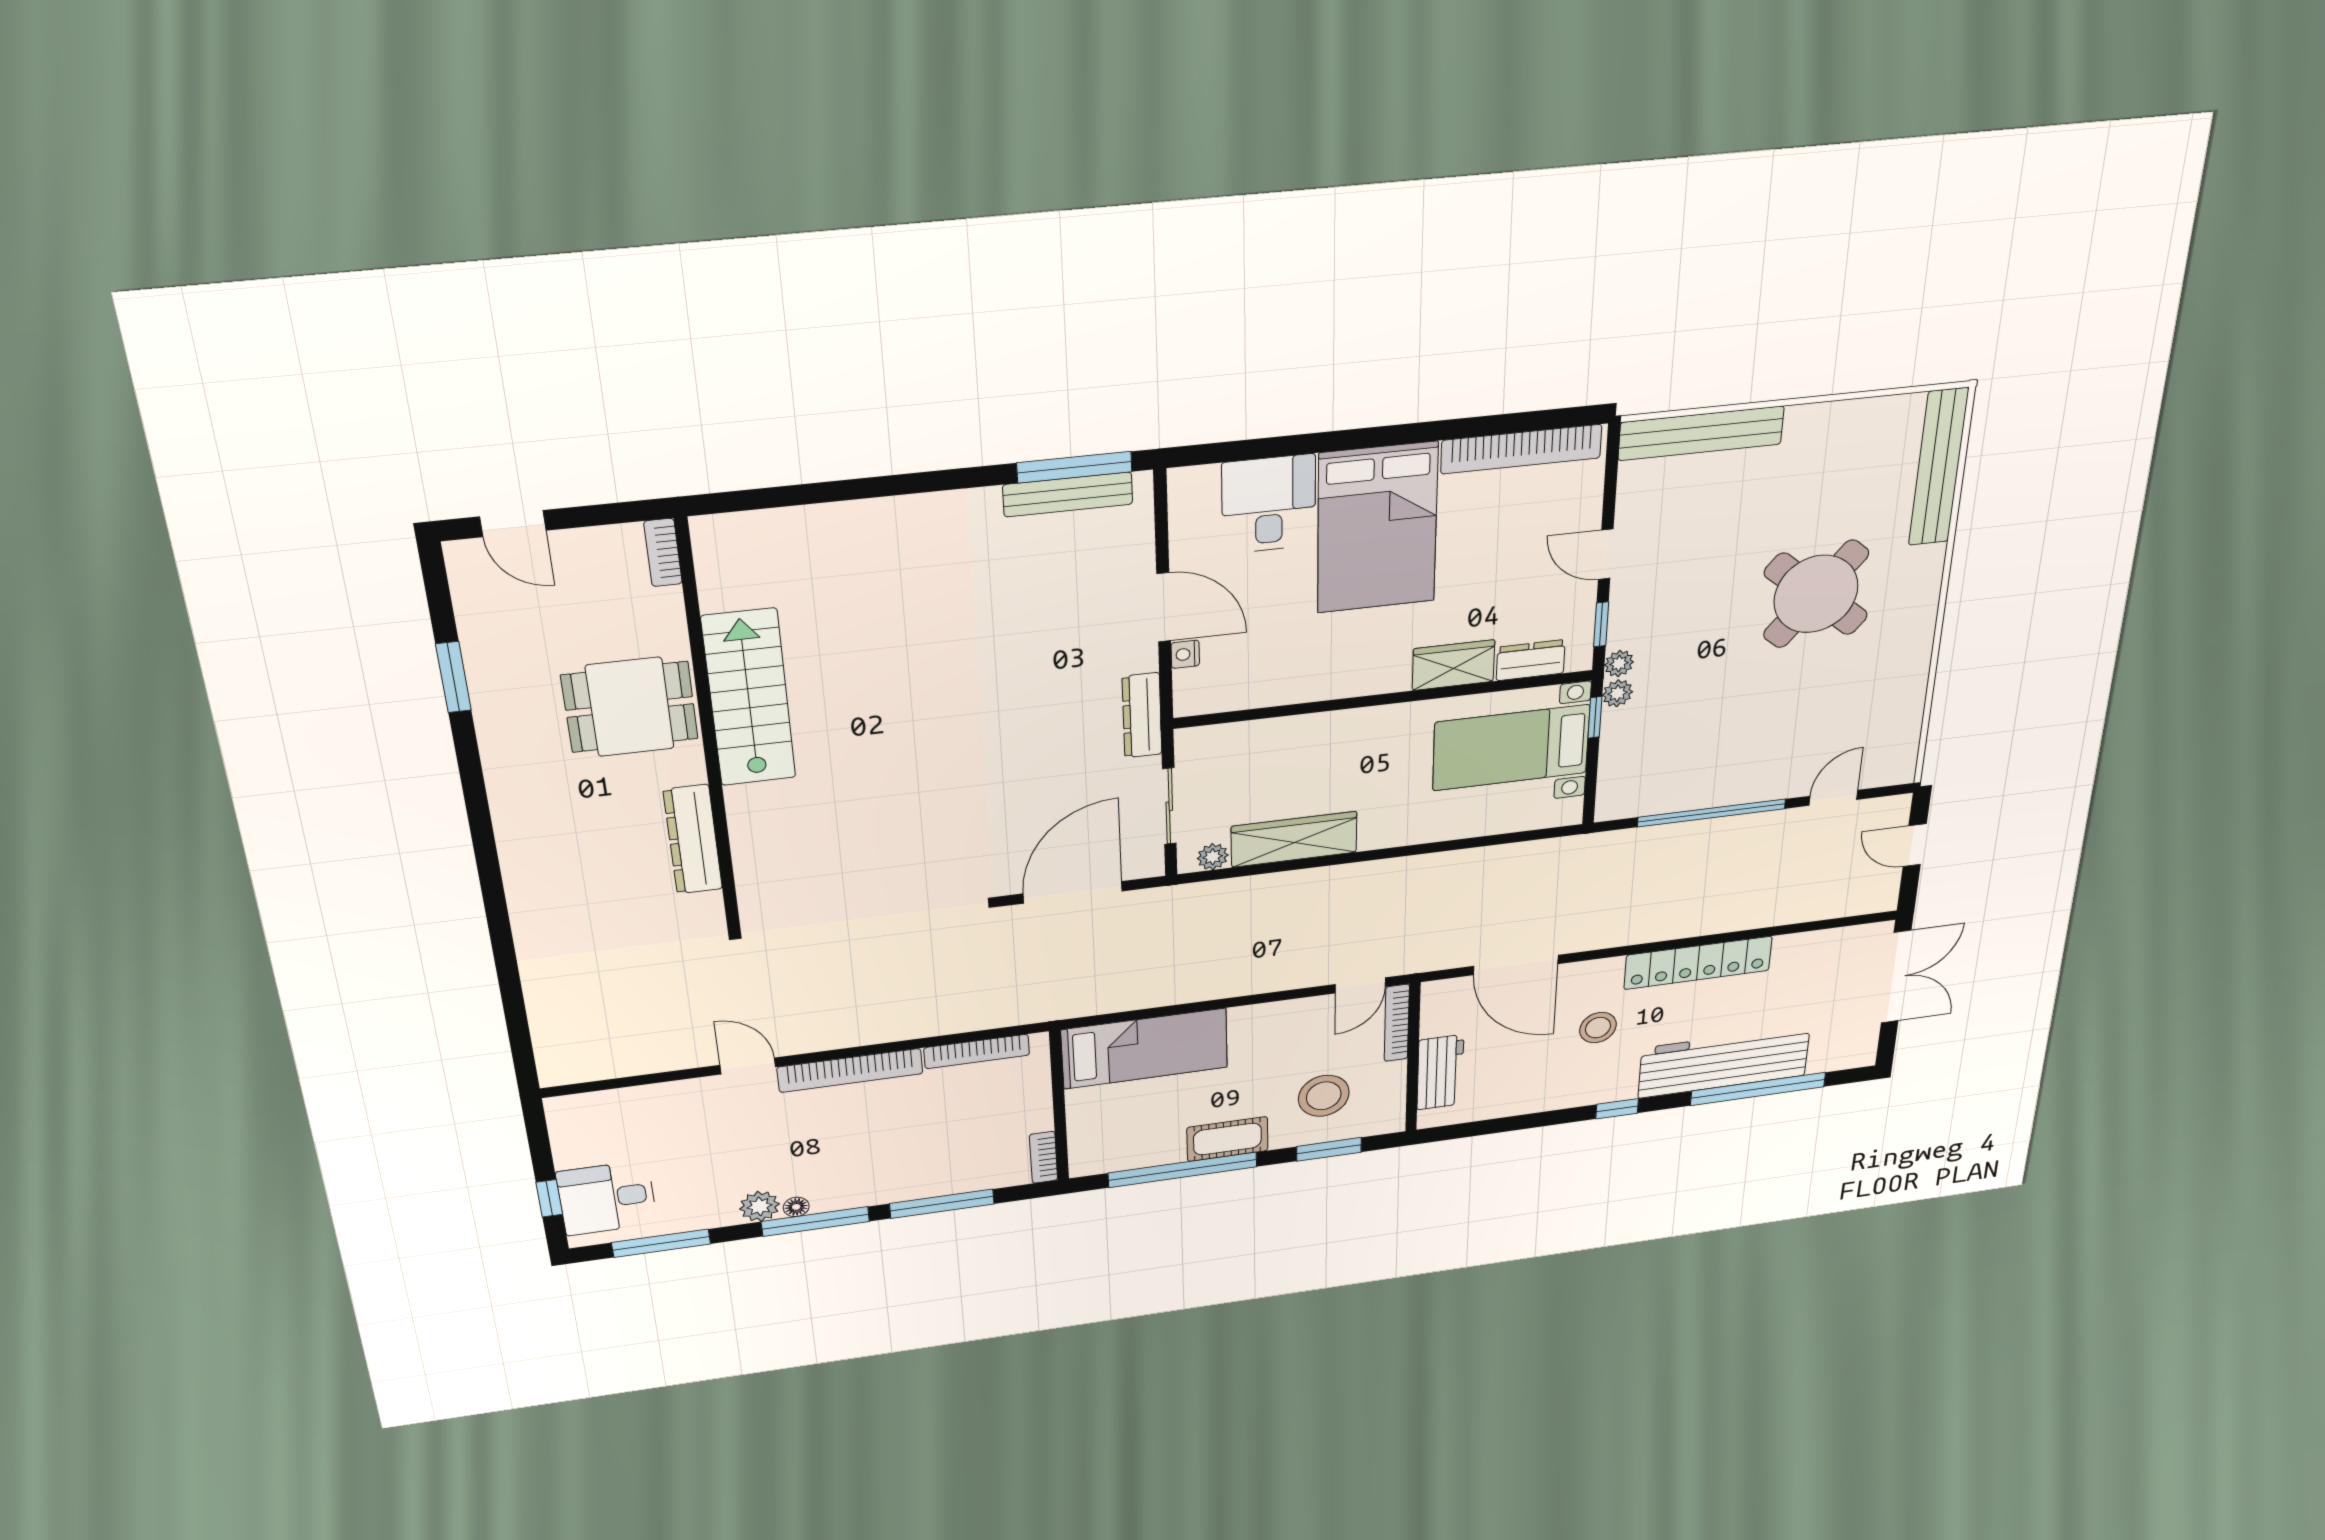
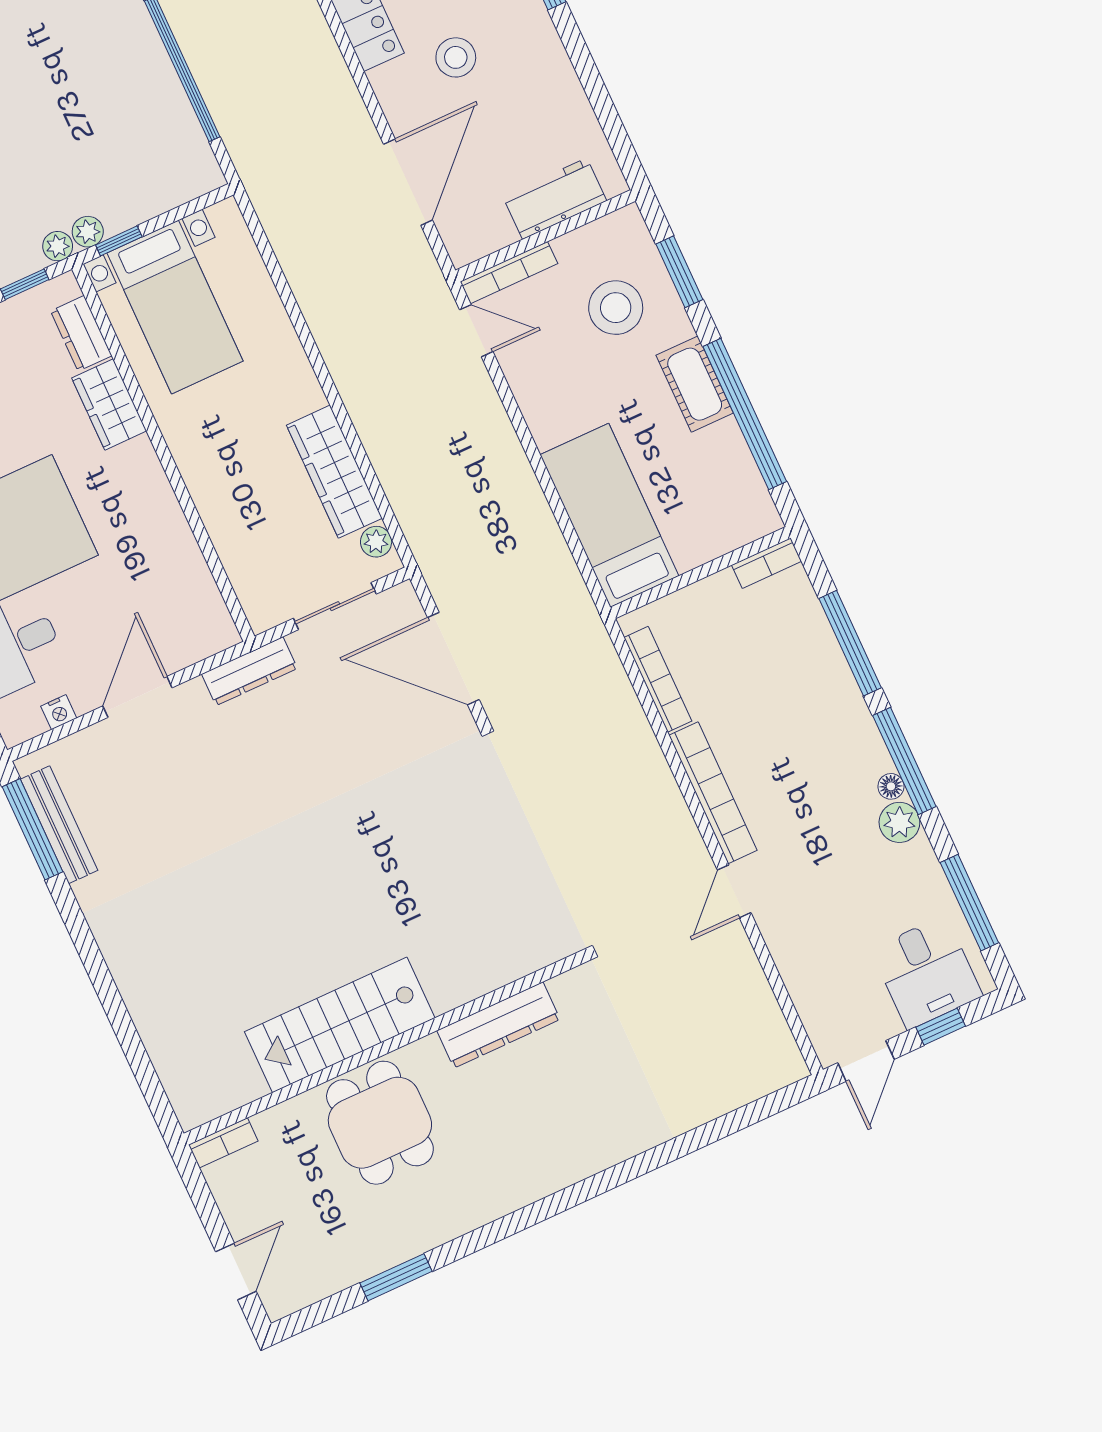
nightstand: (1185, 654) -> (59, 712), moved
door: (537, 1134) -> (866, 1061), added

